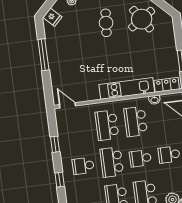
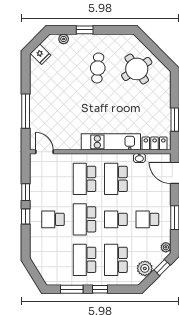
window: (43, 55) -> (26, 111), moved
window: (60, 180) -> (26, 216), moved

